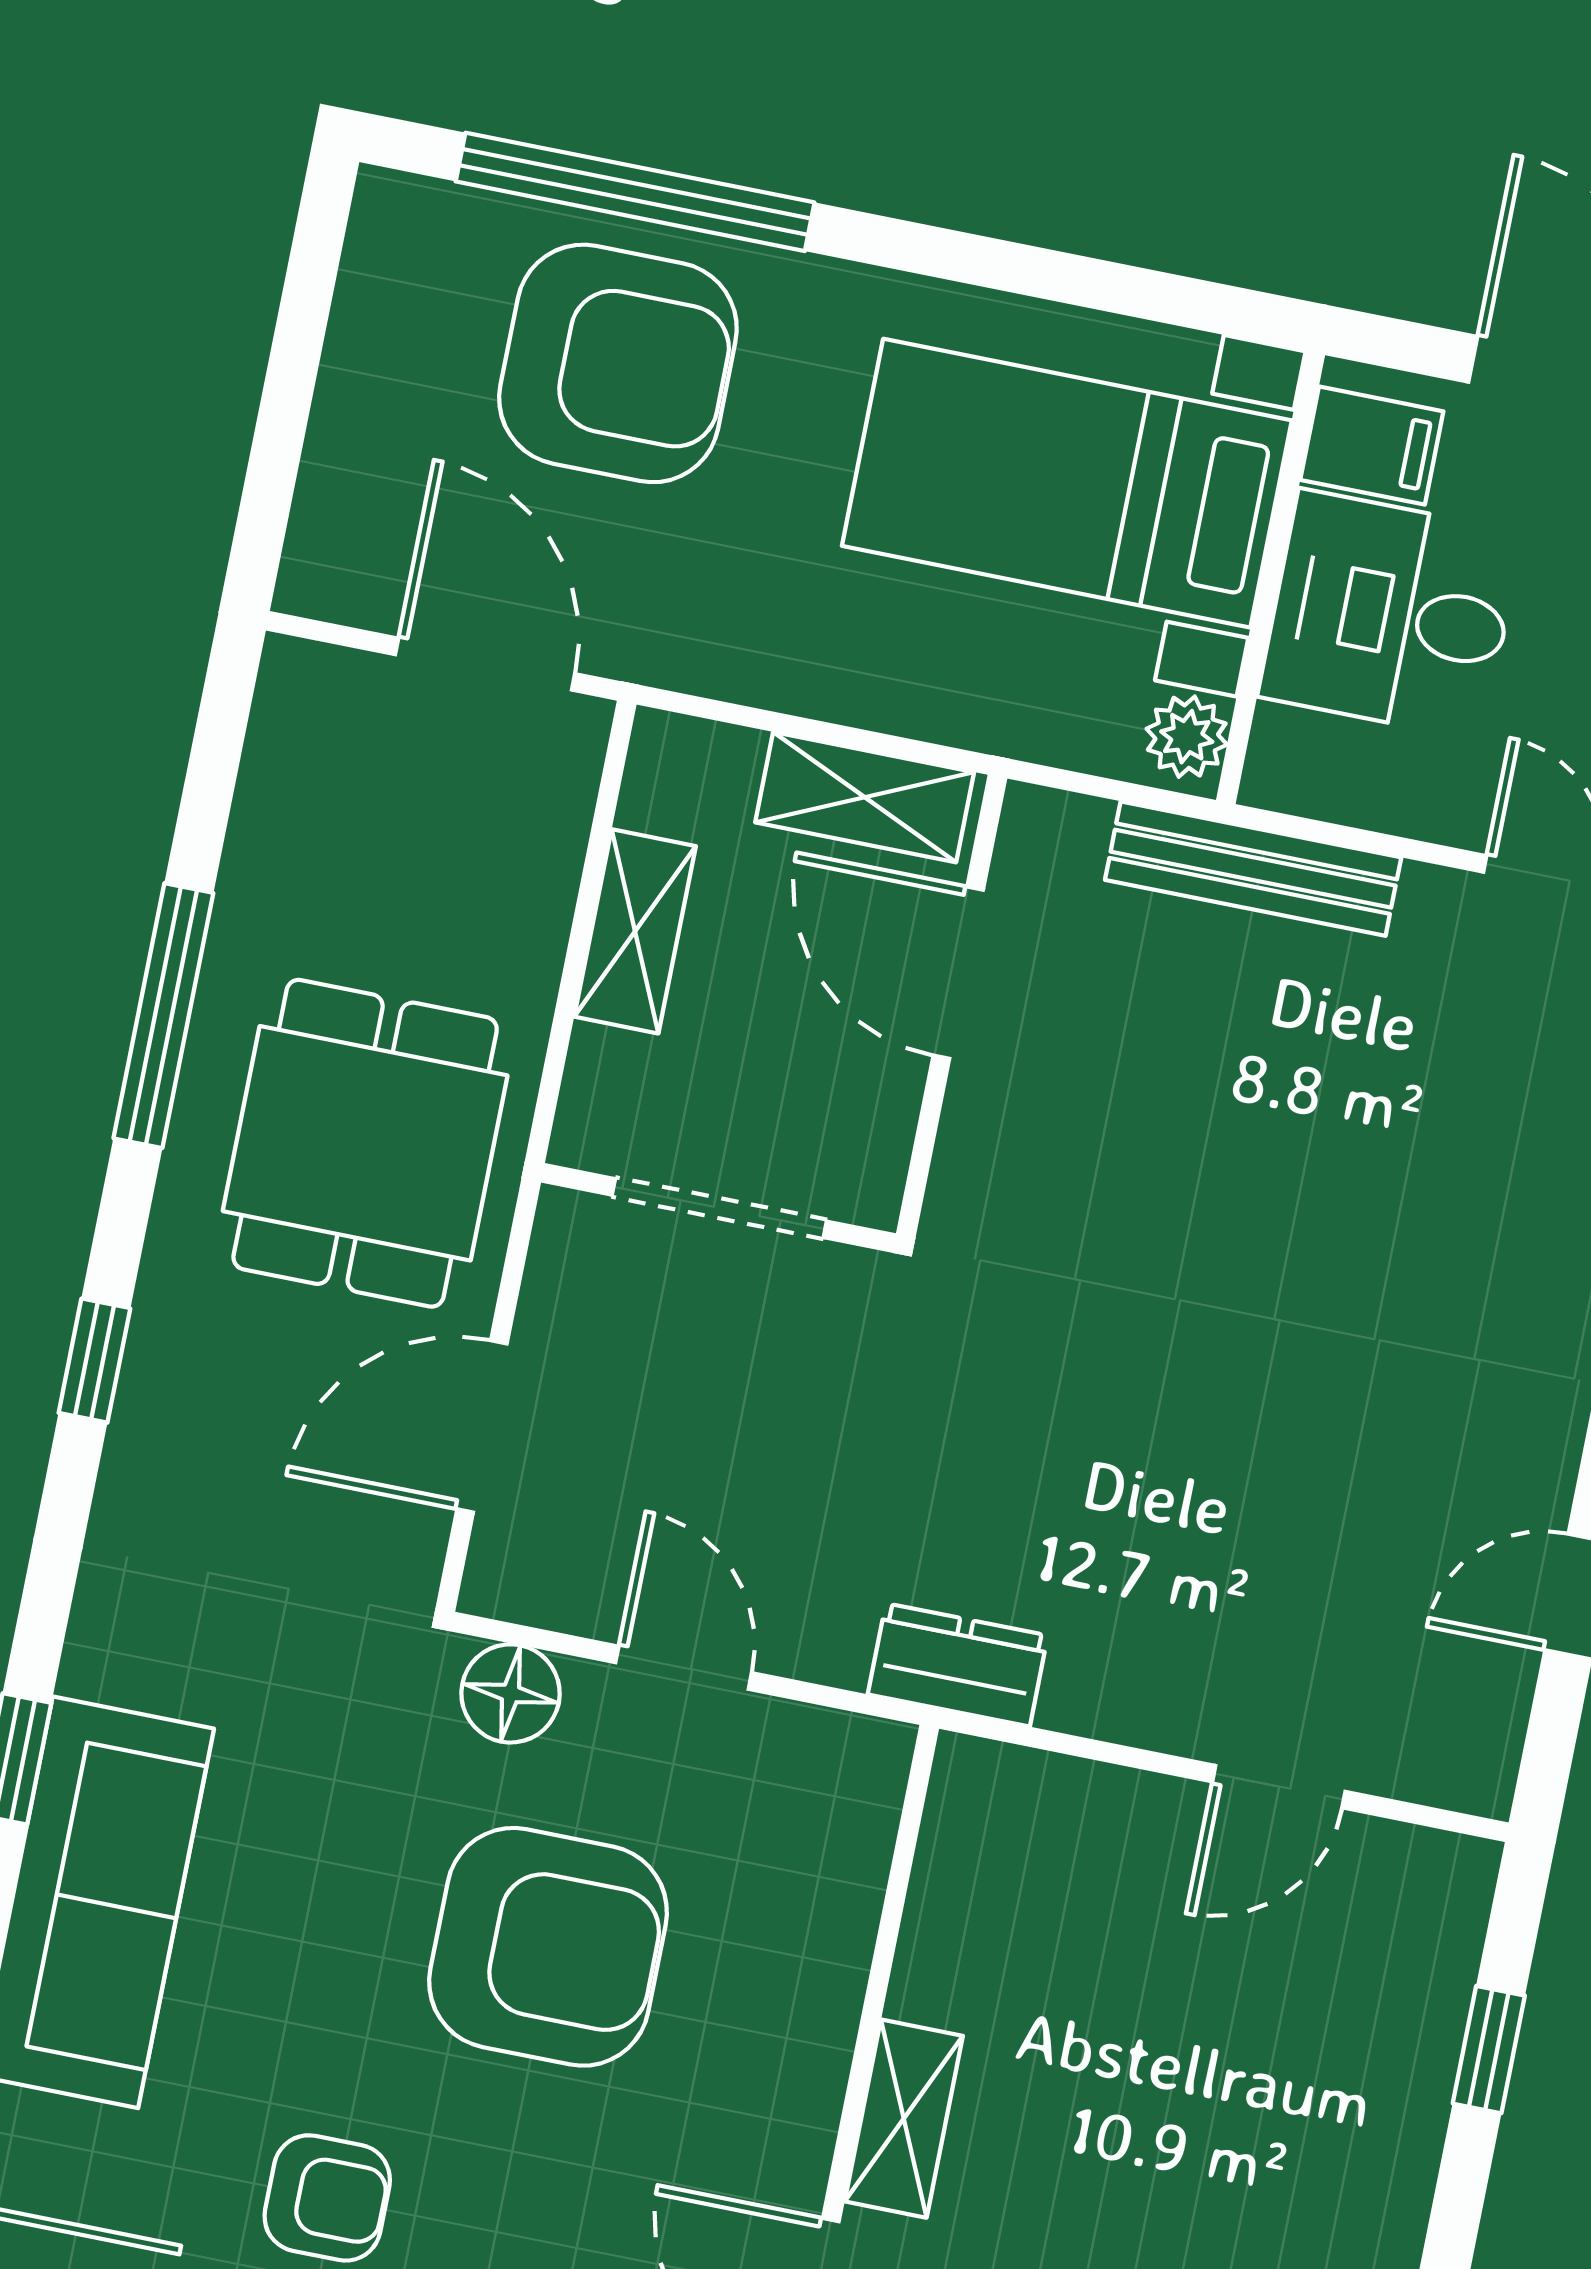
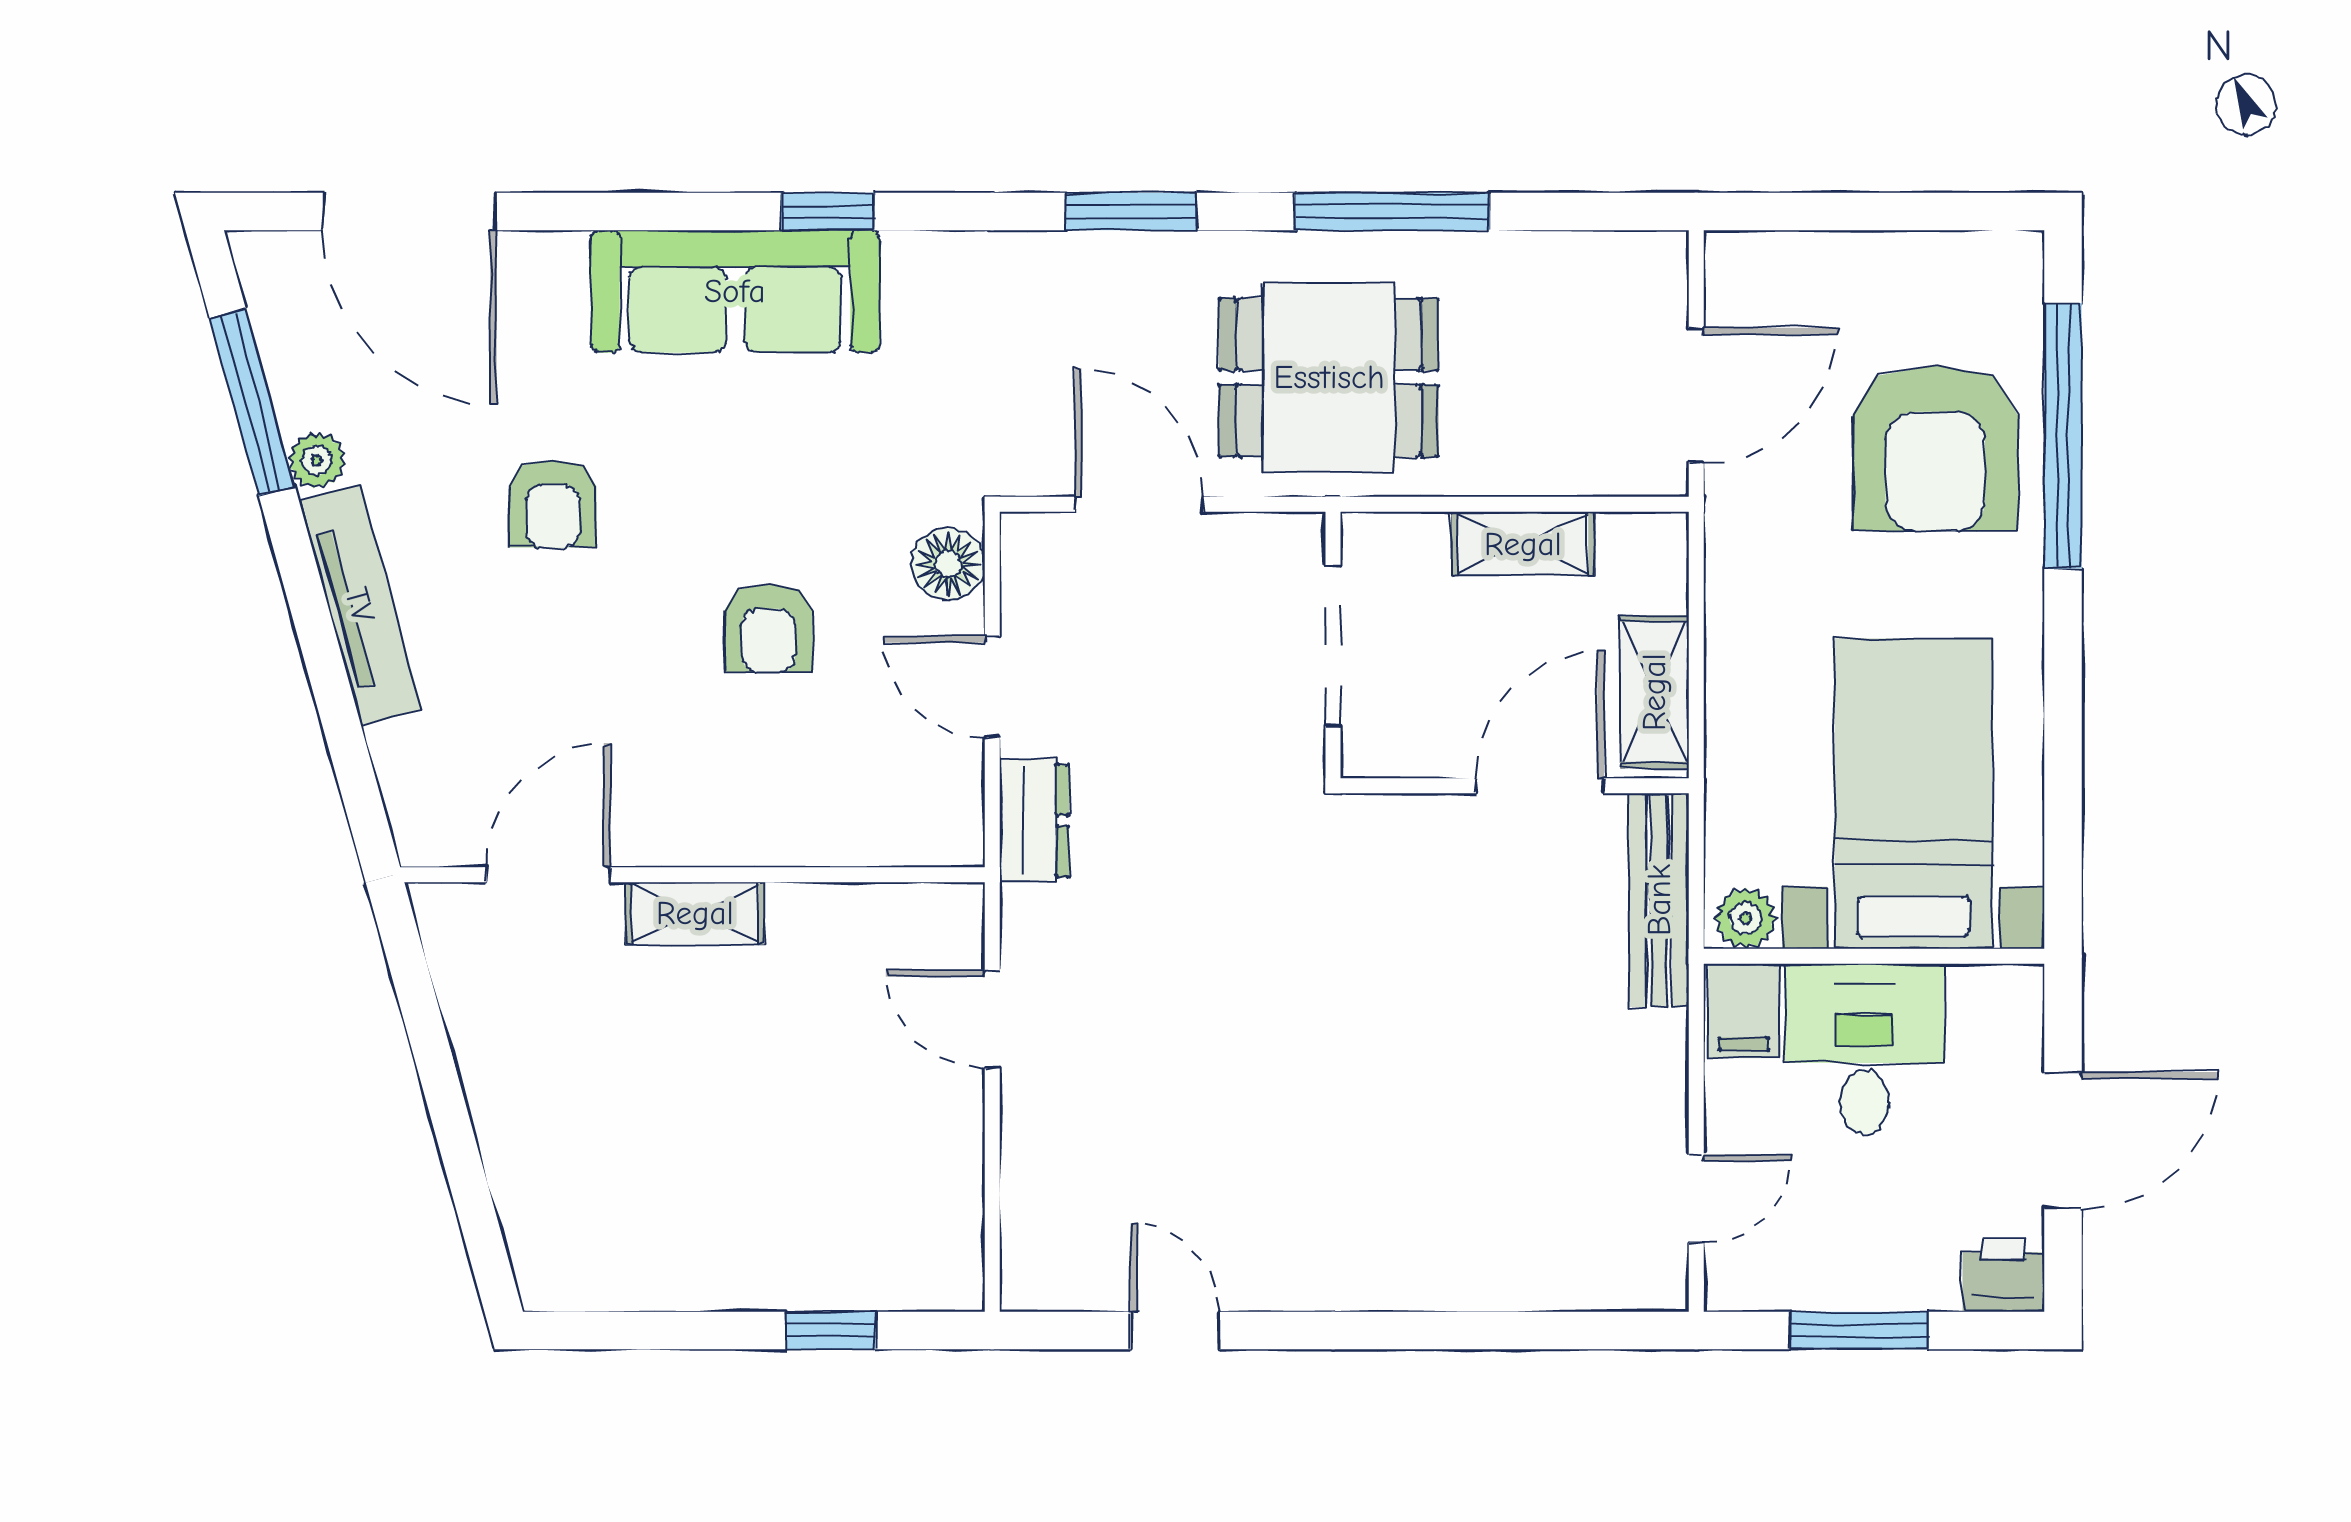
filing cabinet: (1372, 446) -> (1744, 1011), moved
bench: (1253, 869) -> (1659, 900), moved
window: (94, 1361) -> (1130, 212), width x1.50
dresser: (958, 1665) -> (1034, 821), moved
door: (684, 1668) -> (992, 687), swing flipped
door: (1279, 1787) -> (992, 1019), moved
armchair: (548, 1947) -> (768, 628), width x0.53, depth x0.53

